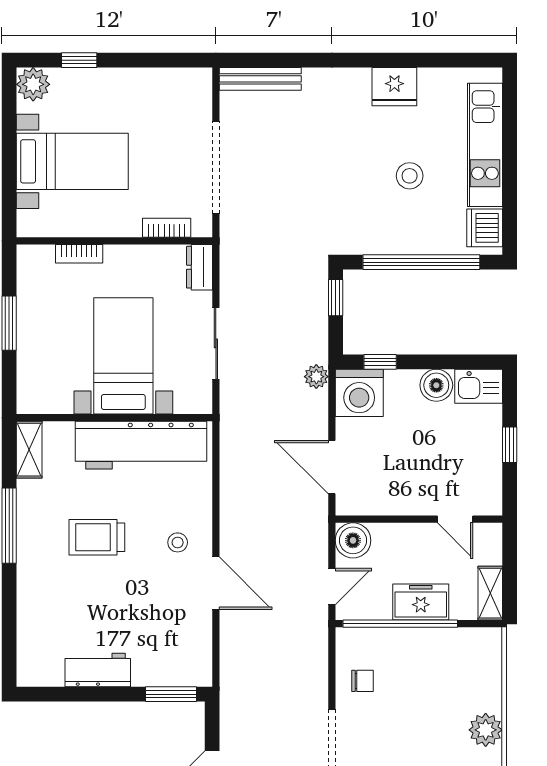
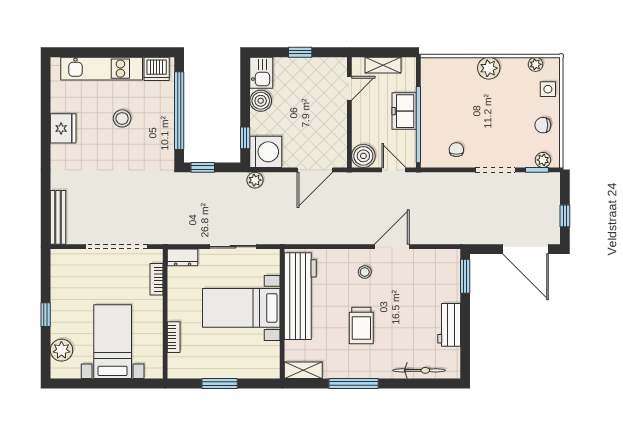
window: (79, 60) -> (46, 315), moved
plant: (33, 84) -> (61, 350), moved
shelving: (490, 593) -> (383, 65), moved
bicycle: (29, 624) -> (419, 370), added

